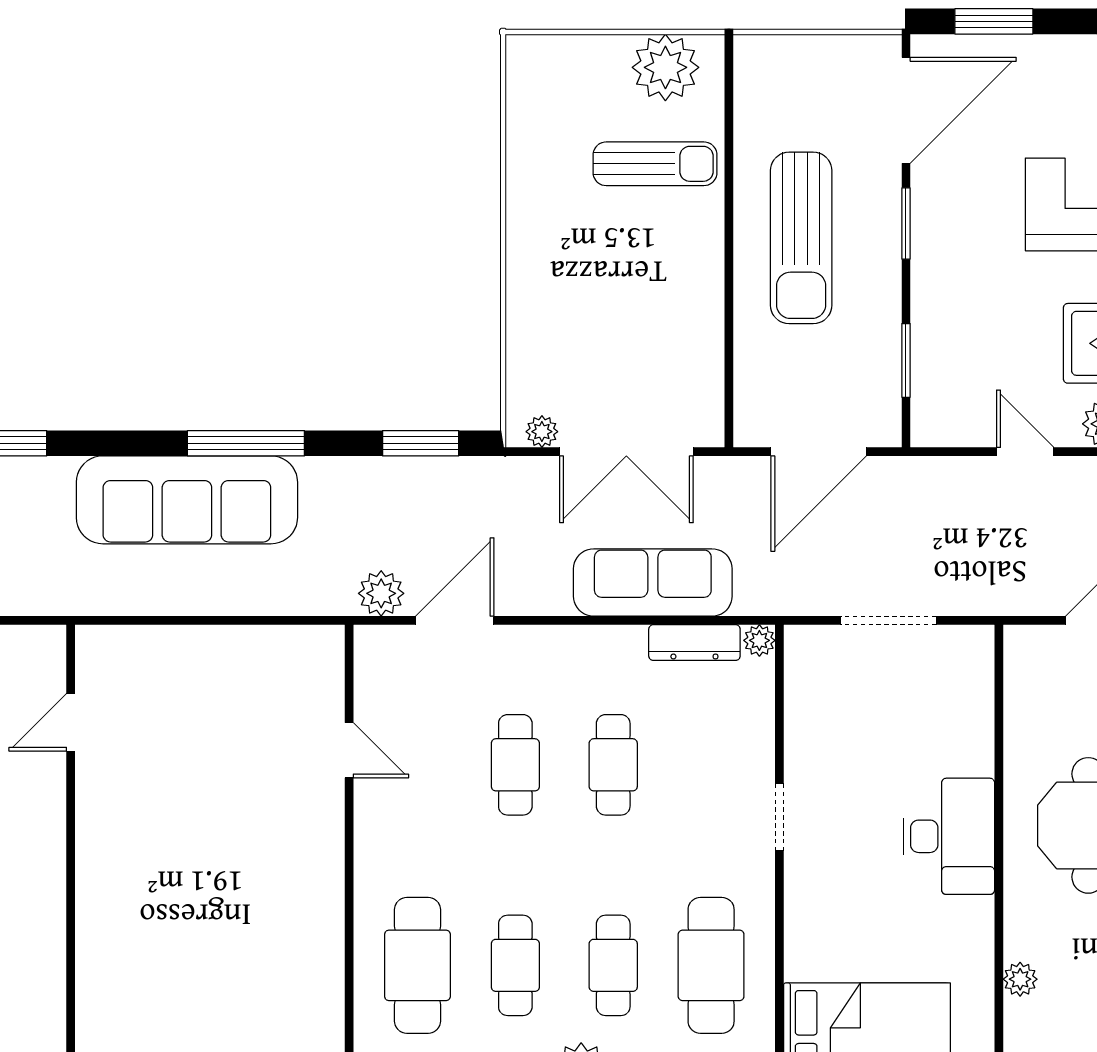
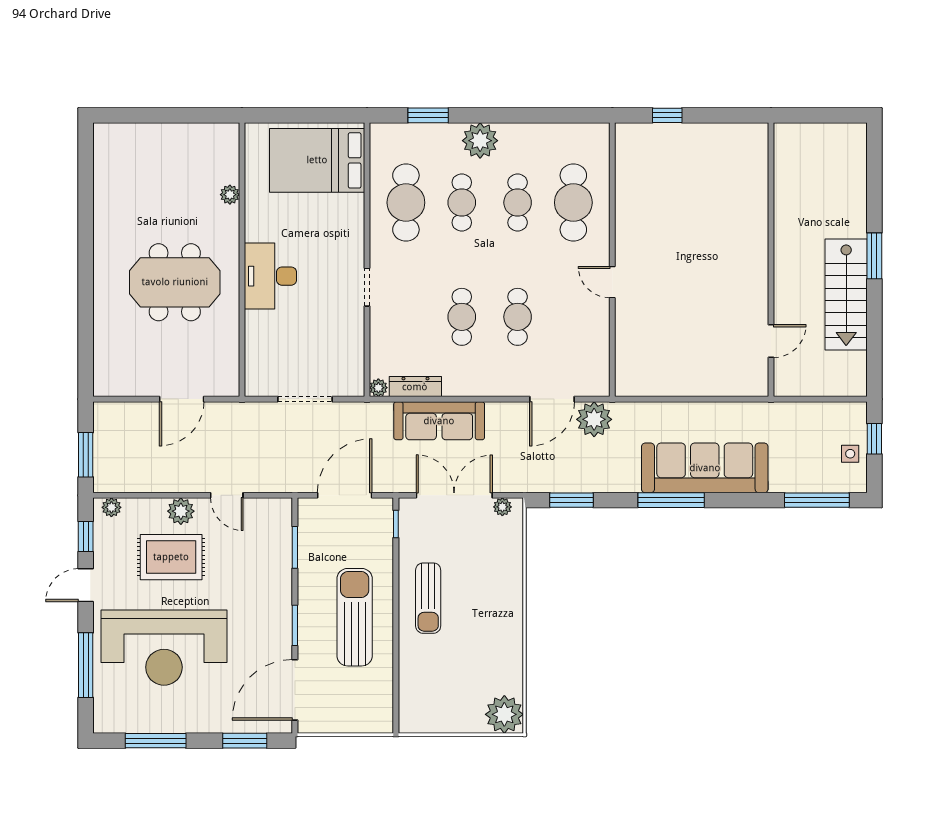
plant: (665, 67) -> (504, 714), moved
sun lounger: (655, 164) -> (428, 598), moved, turned -90
window: (729, 401) -> (396, 524), added
plant: (381, 593) -> (594, 419), width x1.36, depth x1.36
door: (349, 750) -> (612, 282), moved

